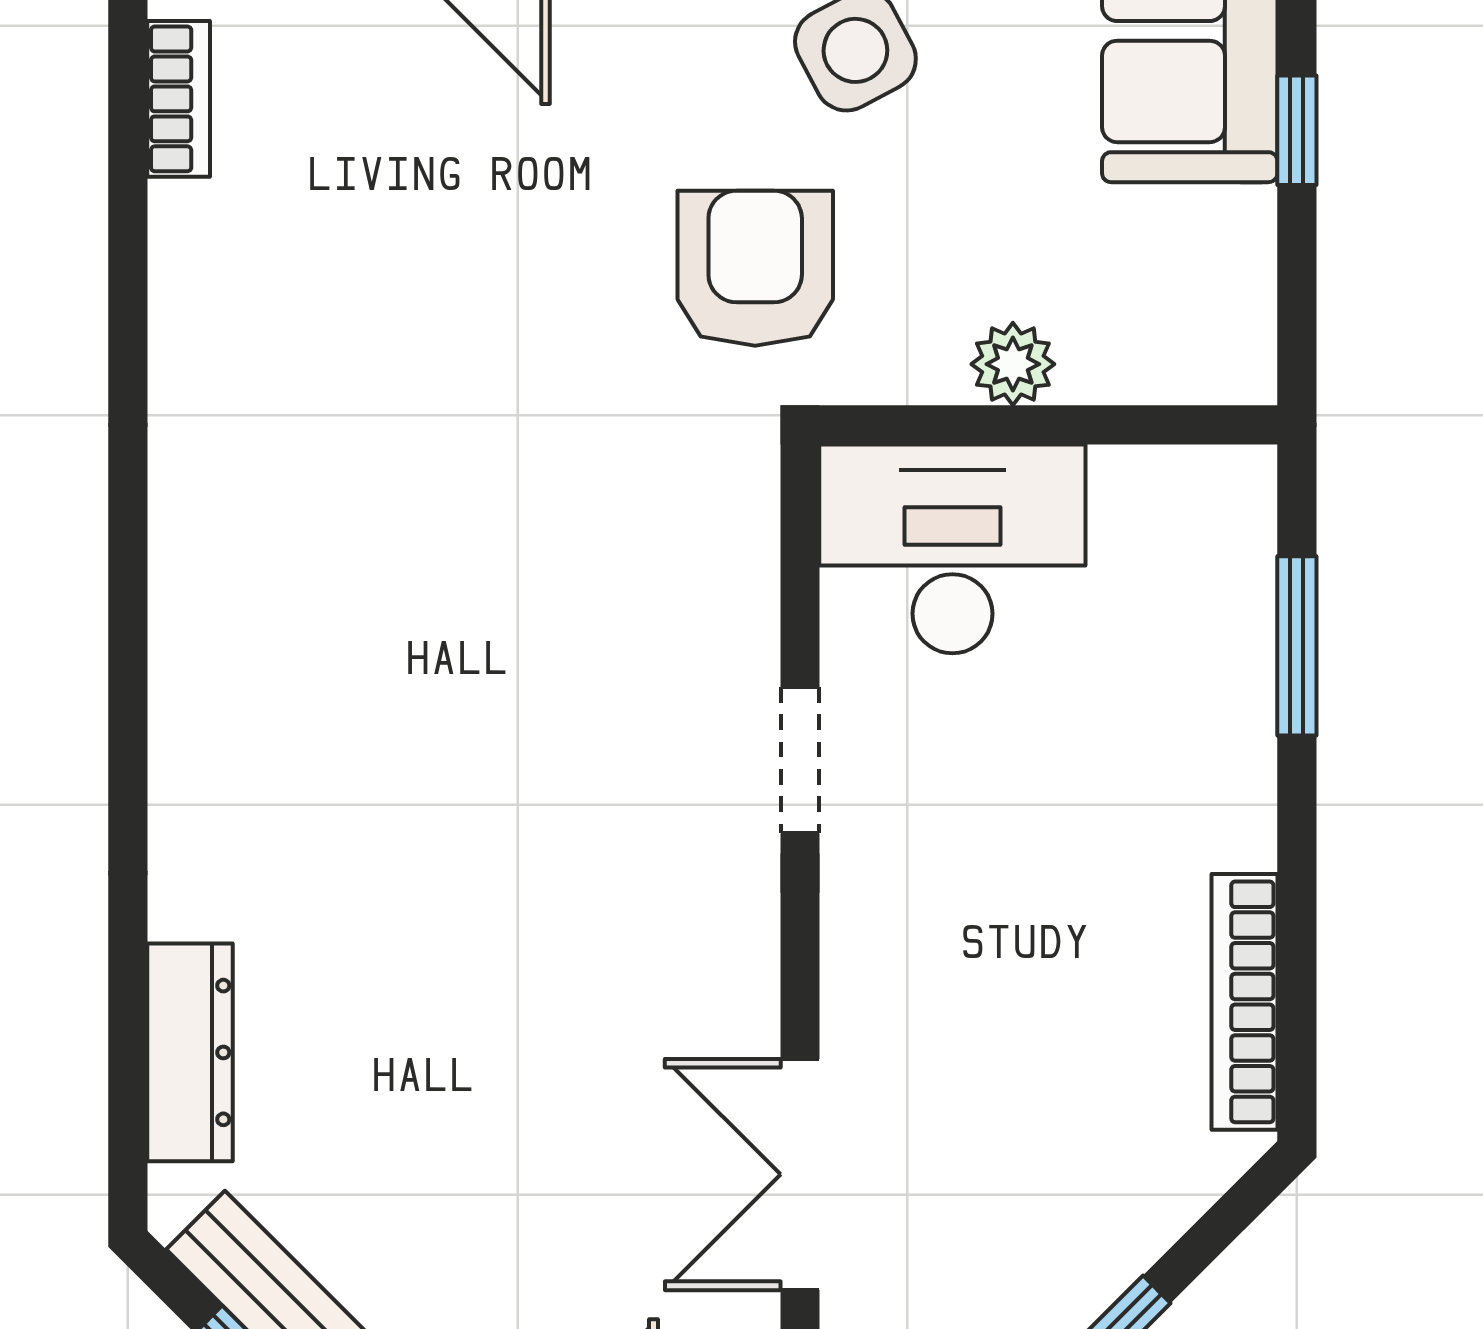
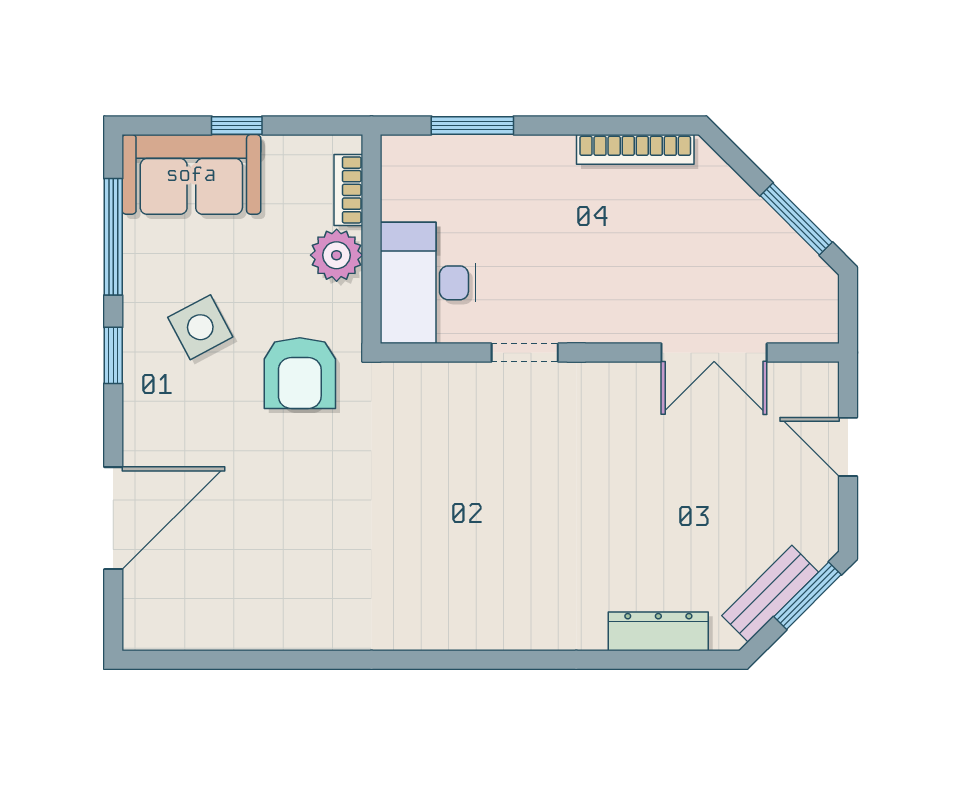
bookcase: (179, 99) -> (348, 190), moved, turned -90
armchair: (755, 268) -> (300, 373), turned -90
plant: (1013, 364) -> (337, 255), width x1.38, depth x1.38

